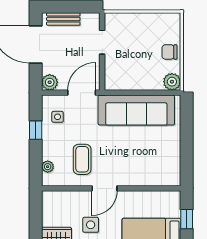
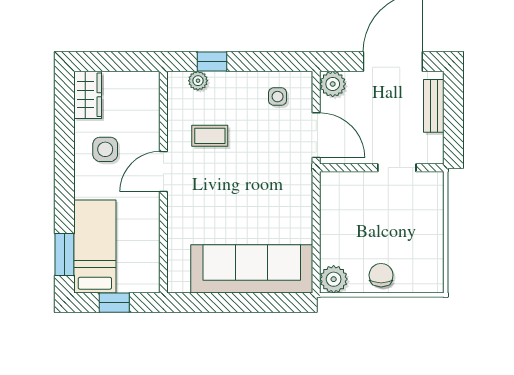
sofa: (136, 110) -> (252, 269), moved, turned 90
window: (36, 130) -> (212, 62), moved
coffee table: (82, 159) -> (210, 136), width x0.73, depth x0.77
door: (105, 188) -> (163, 172), hinge flipped

